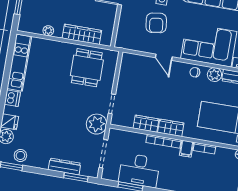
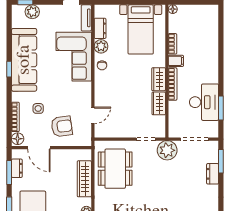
armchair: (156, 23) -> (62, 126), moved
door: (164, 57) -> (93, 115), moved
dining table: (87, 68) -> (115, 169), width x1.38
dresser: (65, 166) -> (213, 174), width x0.70

